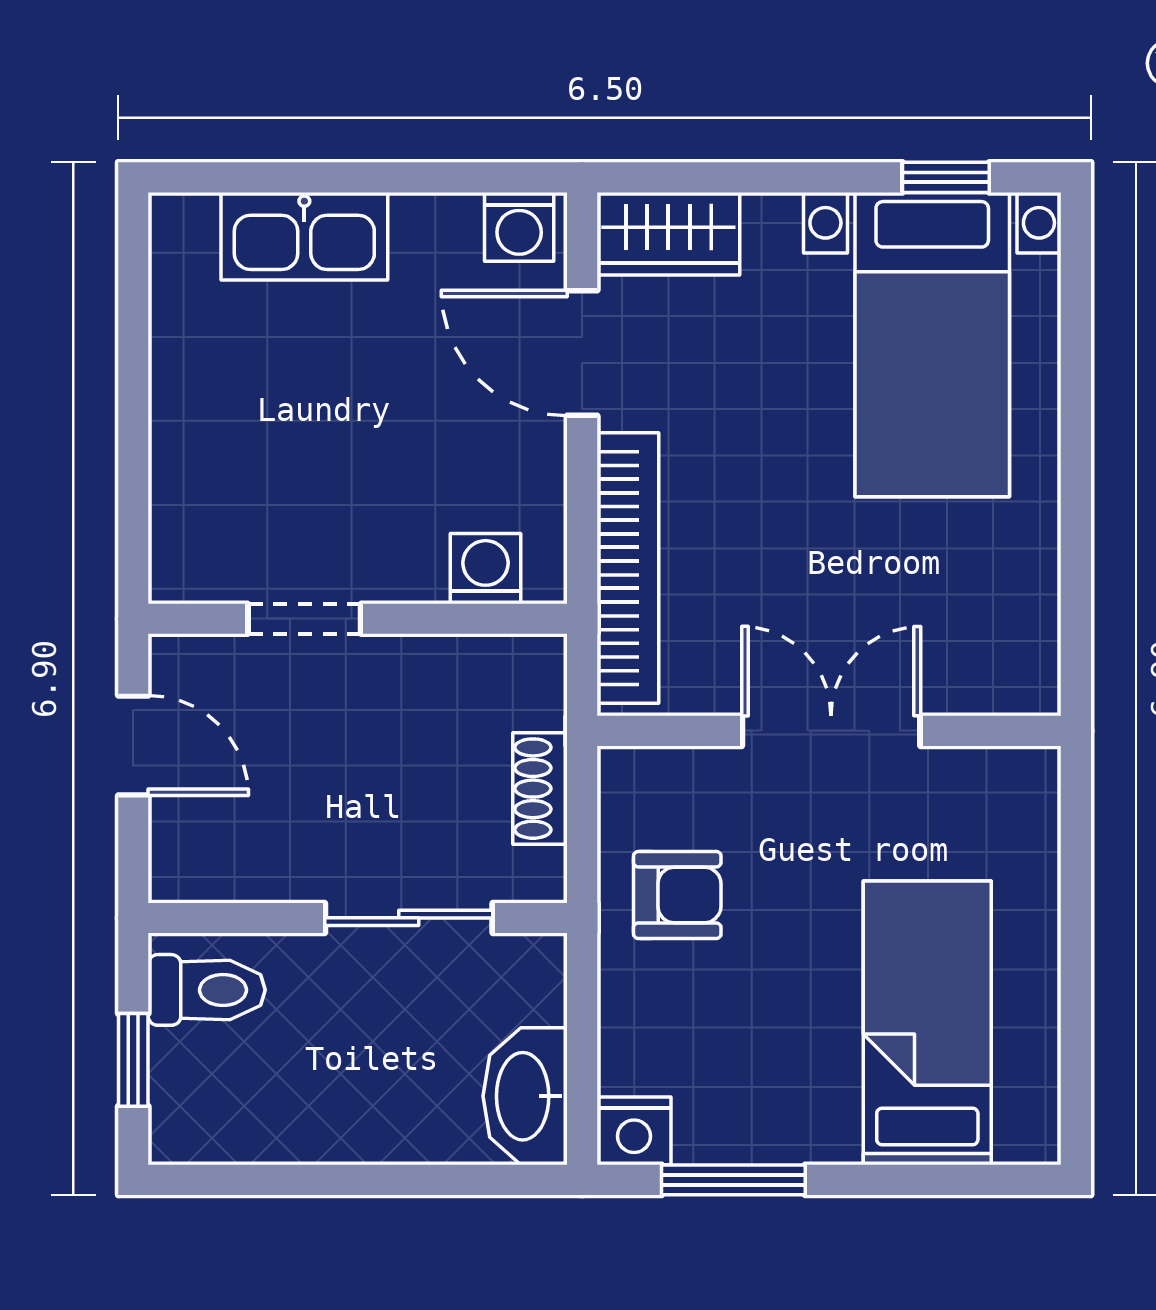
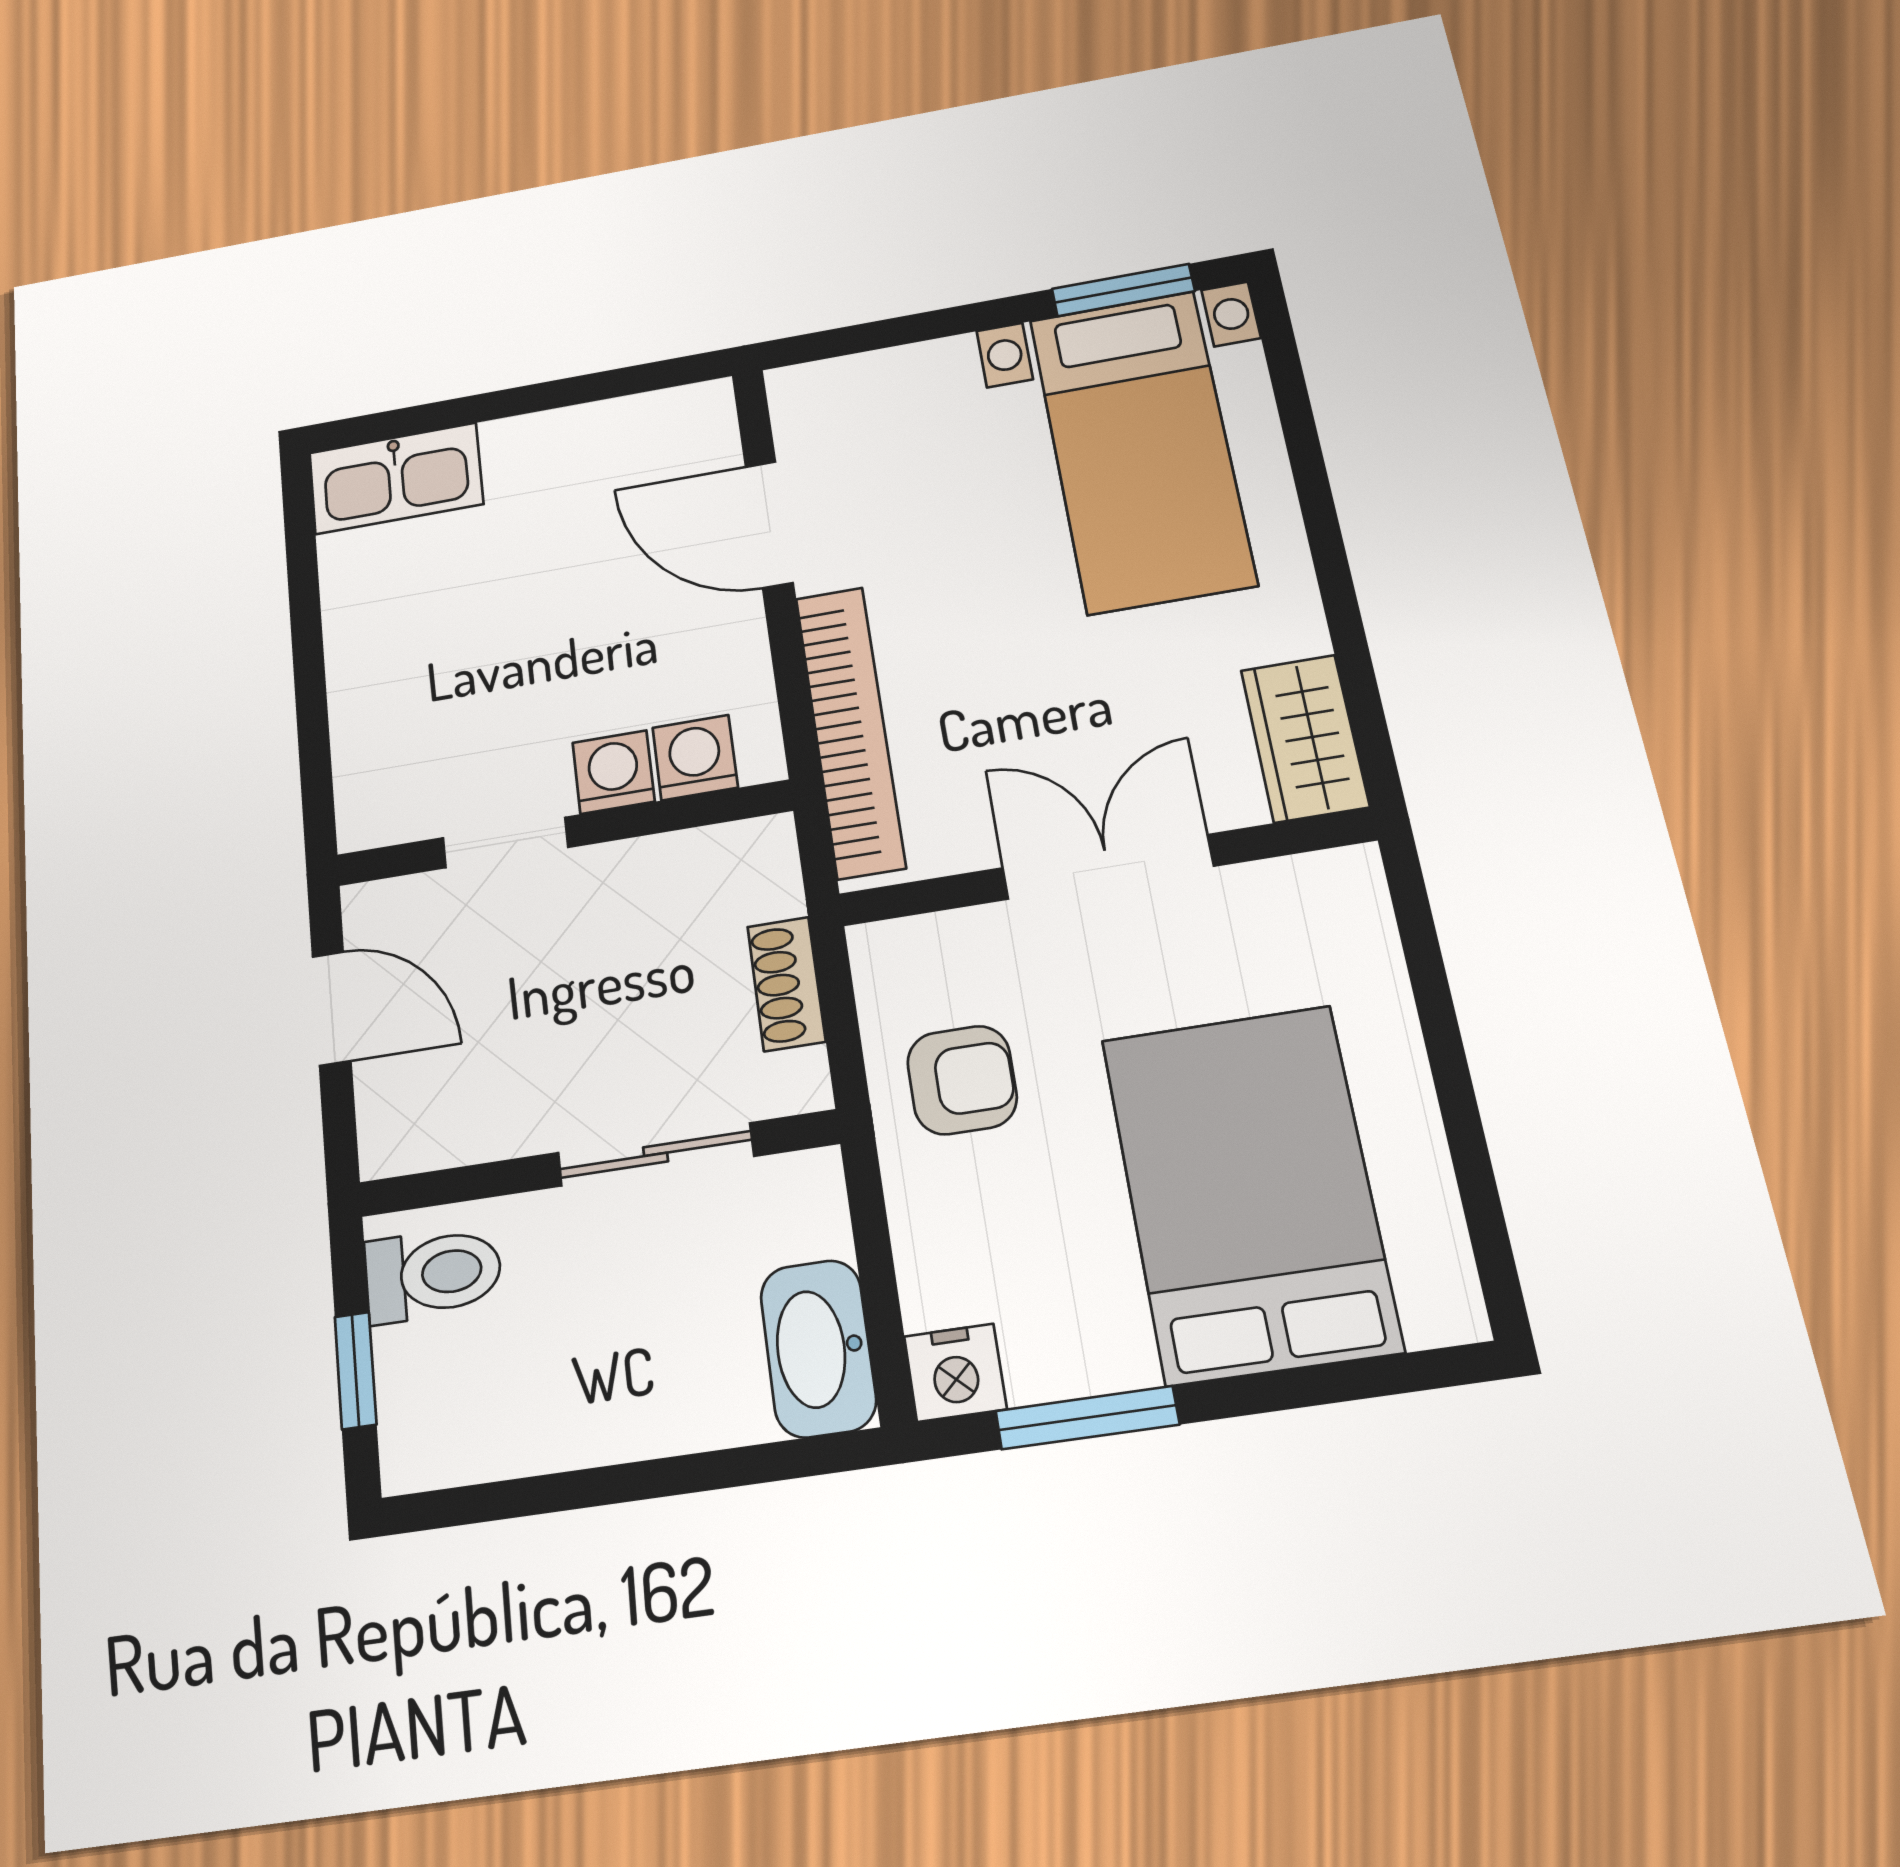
window: (946, 177) -> (1123, 290), width x1.50
washing machine: (519, 227) -> (613, 772), moved, turned 180
wardrobe: (668, 234) -> (1305, 738), moved, turned 90
kitchen sink: (304, 236) -> (396, 478), moved
bed: (927, 1023) -> (1249, 1193), width x1.50

